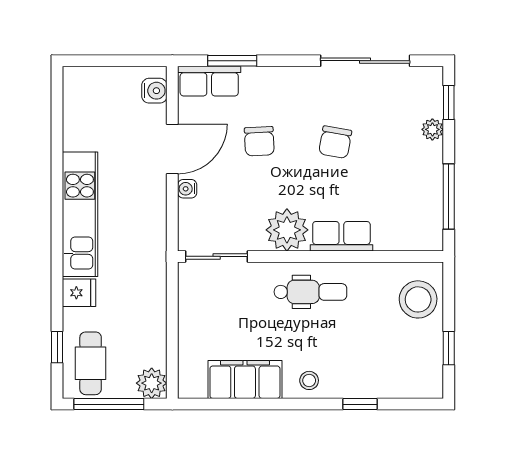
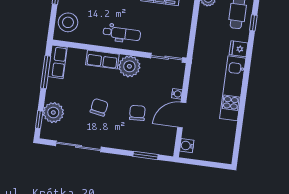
row of seats: (209, 81) -> (57, 62), moved, turned 90
plant: (432, 129) -> (53, 113), width x1.87, depth x1.87
dental chair: (310, 292) -> (122, 33), turned 180

